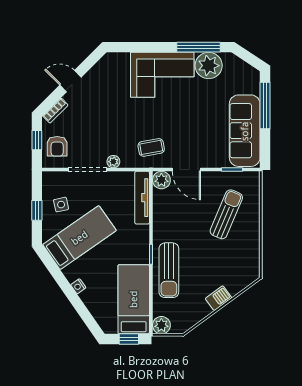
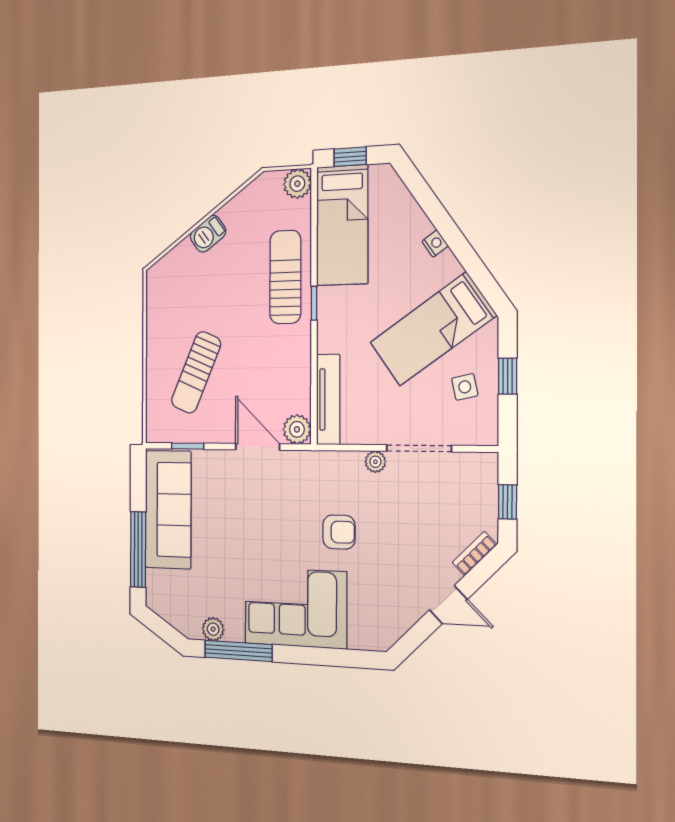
plant: (209, 66) -> (213, 629), width x0.53, depth x0.53
armchair: (57, 146) -> (339, 532), moved, turned 90
coffee table: (151, 147) -> (313, 485), removed

